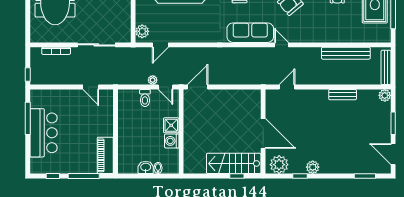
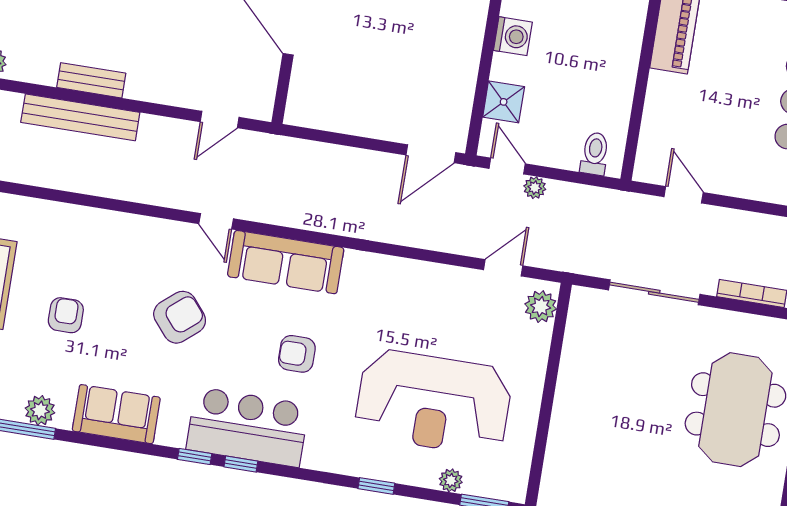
bench: (346, 53) -> (80, 117), moved
toilet: (145, 98) -> (595, 154), moved
shower: (171, 125) -> (504, 102), moved

